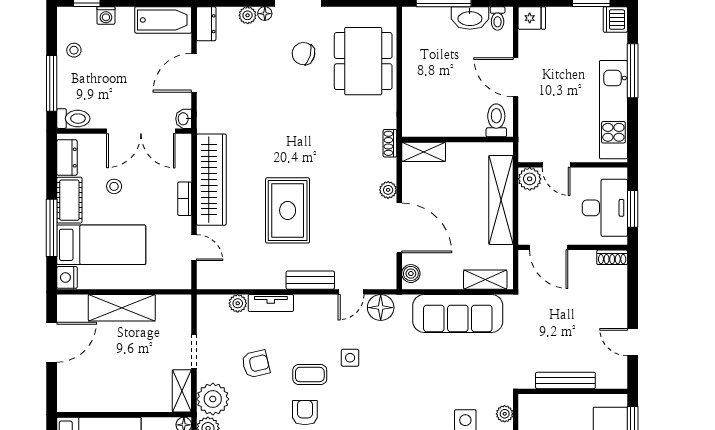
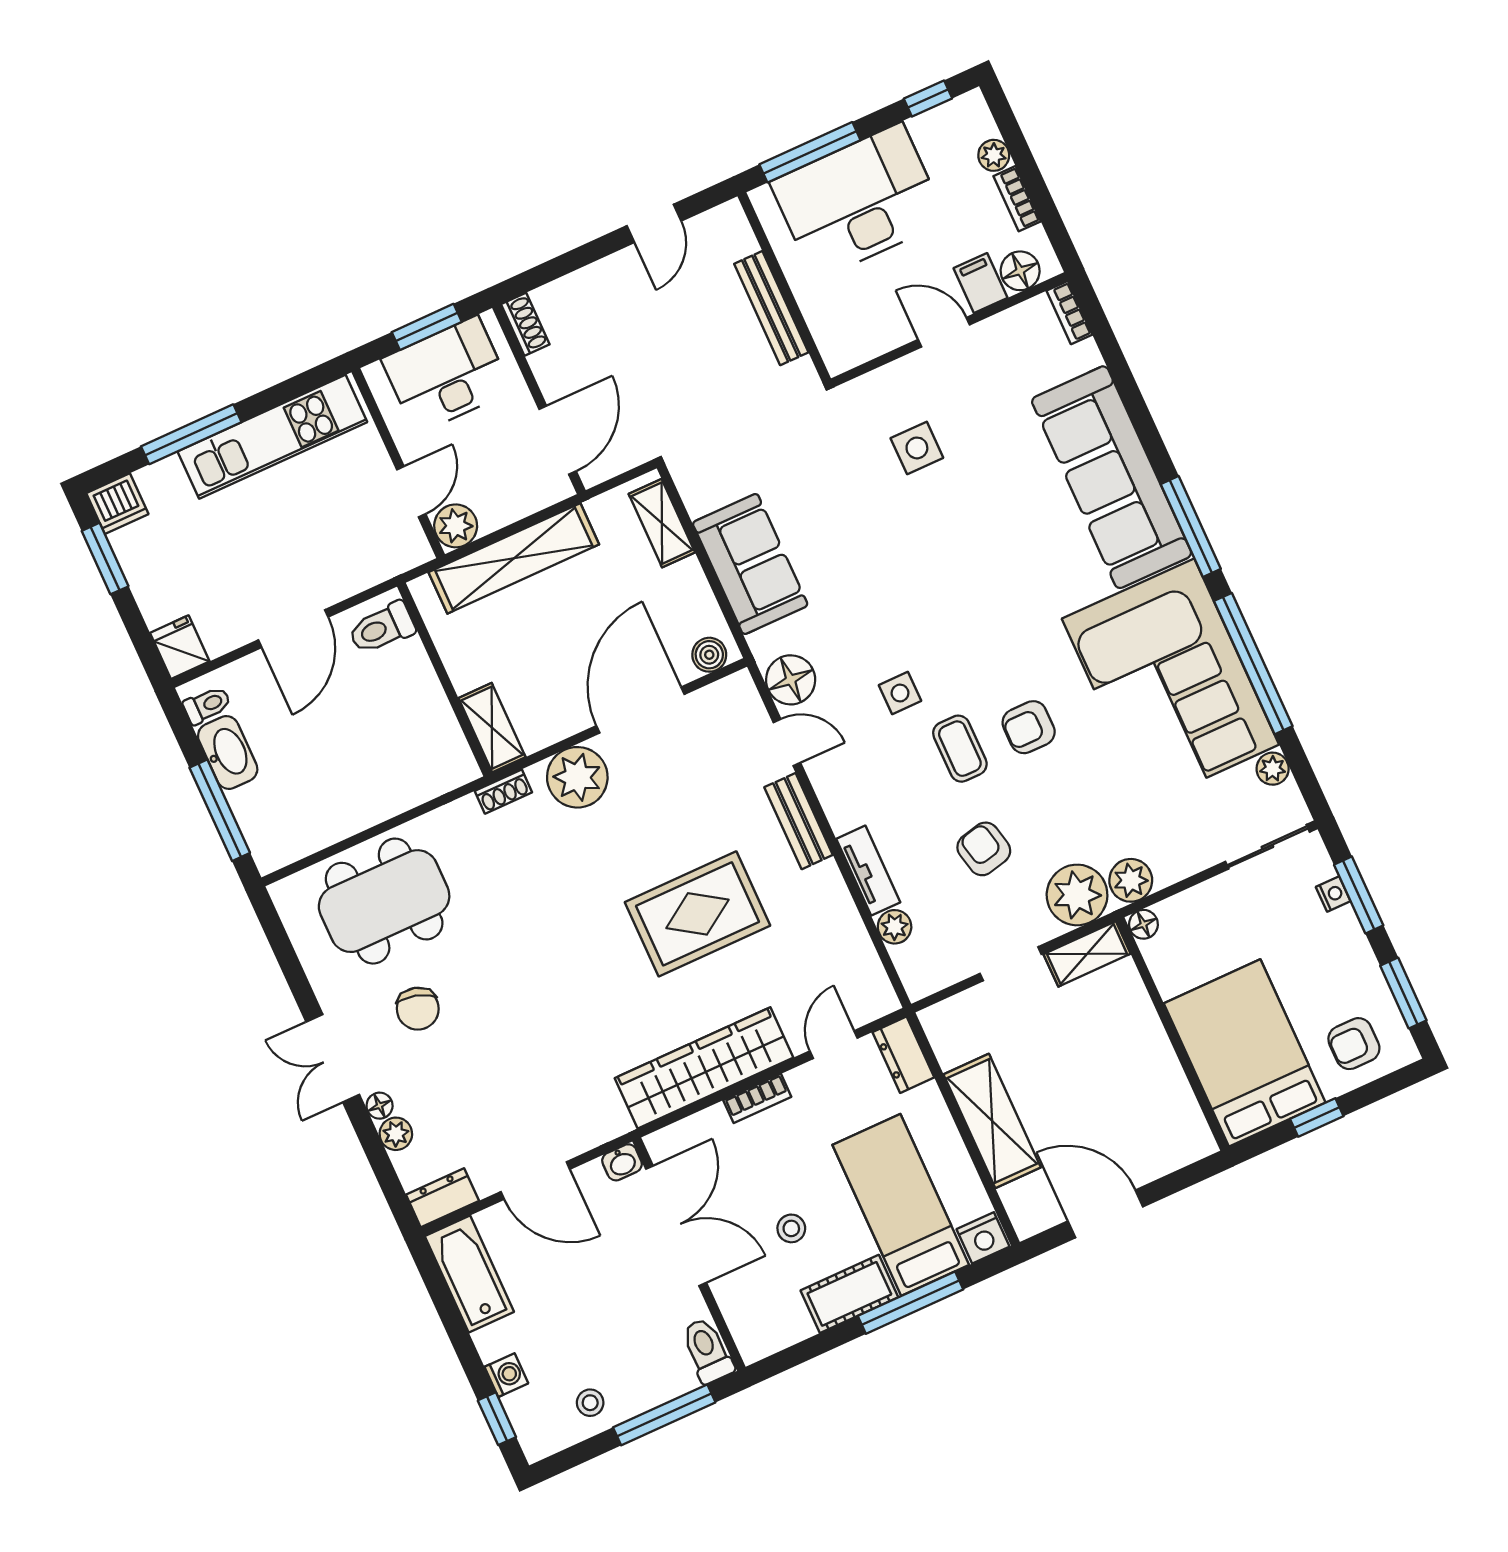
dresser: (67, 158) -> (903, 1055), moved, turned -90
plant: (388, 190) -> (577, 777), width x1.87, depth x1.87
sofa: (458, 313) -> (750, 564), width x0.73
plant: (505, 414) -> (875, 386), removed

